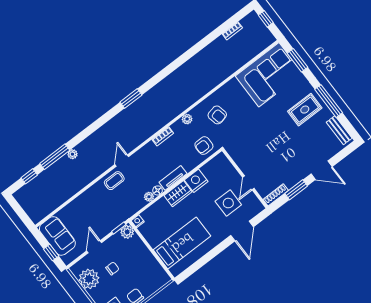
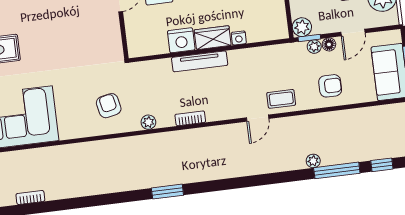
window: (131, 98) -> (167, 192), moved
armchair: (204, 146) -> (330, 86), moved
tv unit: (173, 178) -> (200, 61), width x1.41
floor lamp: (158, 190) -> (329, 44), moved
plant: (149, 197) -> (314, 47), moved
nightstand: (138, 221) -> (239, 38), moved

